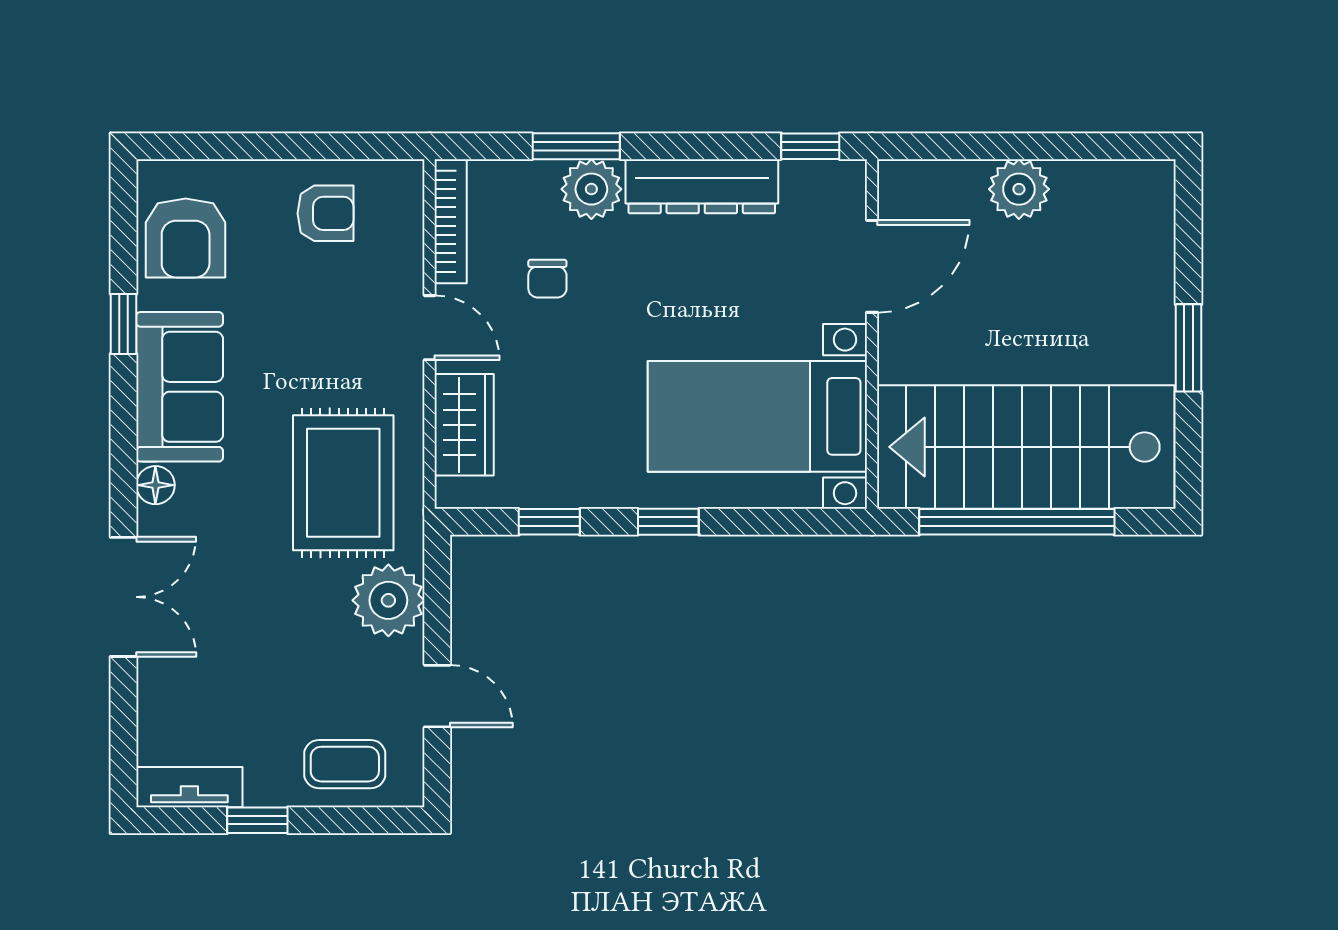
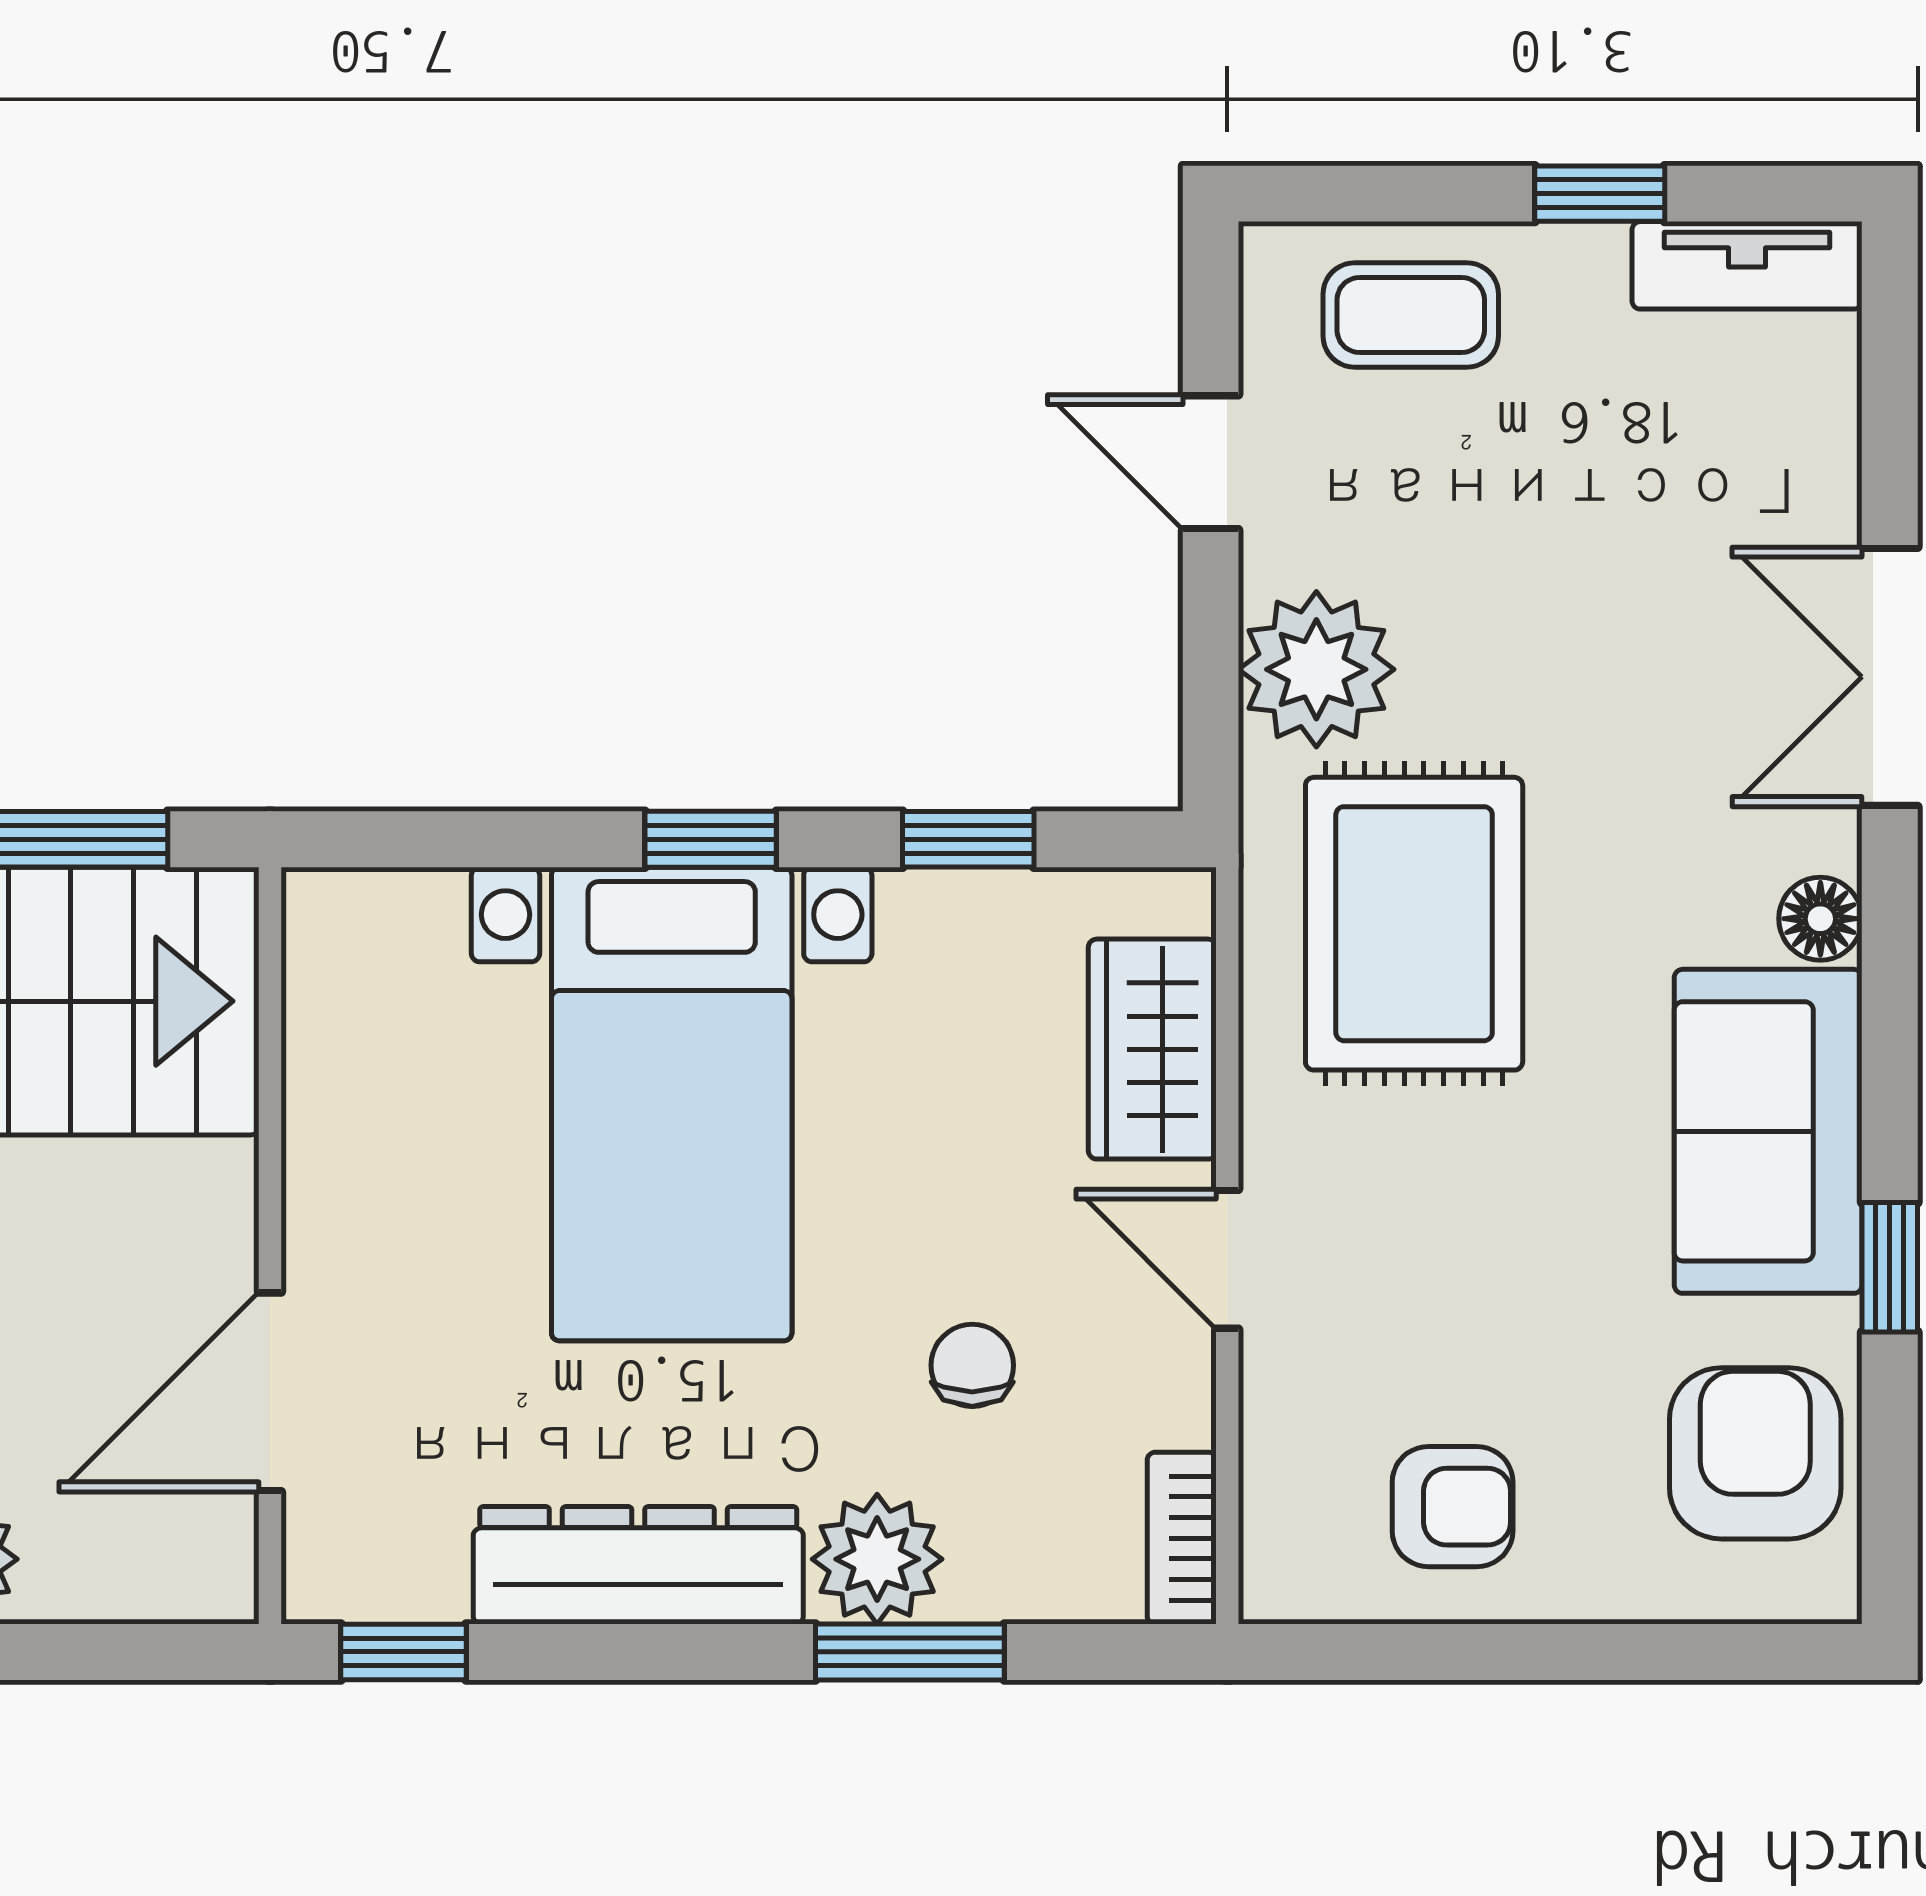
armchair: (325, 213) -> (1453, 1507), turned 180
bookcase: (451, 221) -> (1182, 1538), width x0.64
bed with nightstands: (757, 416) -> (672, 1104), moved, turned 90

